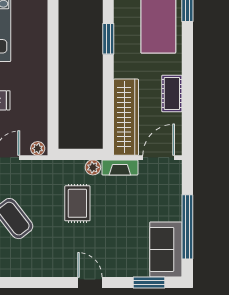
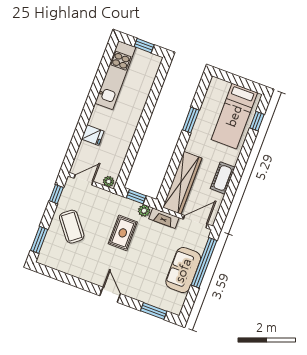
window: (77, 154) -> (136, 197), added
window: (187, 227) -> (204, 263), moved
sofa: (166, 249) -> (183, 270), moved

